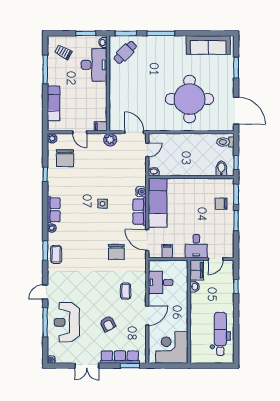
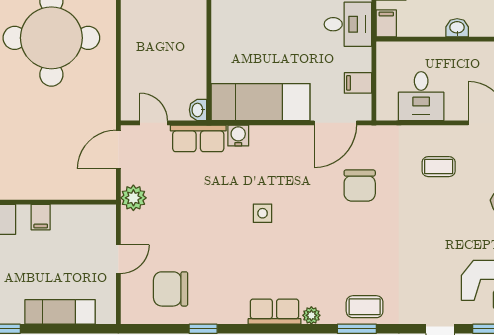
filing cabinet: (101, 126) -> (41, 217), moved
plant: (52, 138) -> (131, 315), removed
chair: (65, 158) -> (171, 289), turned 180
row of seats: (140, 212) -> (198, 138), moved
chair: (116, 252) -> (360, 186), turned 90
filing cabinet: (197, 270) -> (386, 23), width x0.50
washbasin: (195, 287) -> (457, 28), moved

